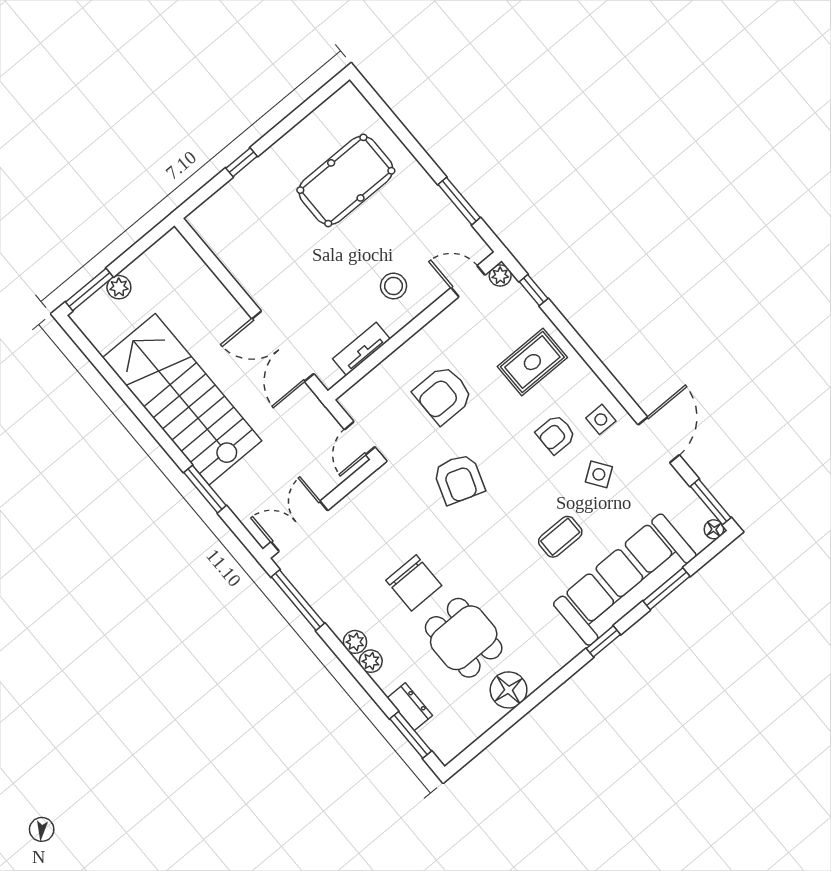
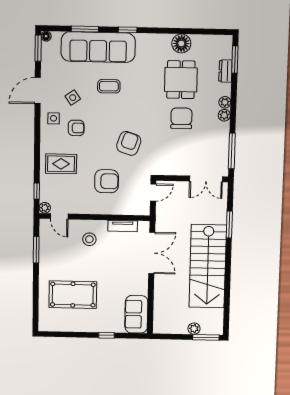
sofa: (225, 233) -> (136, 314), added

